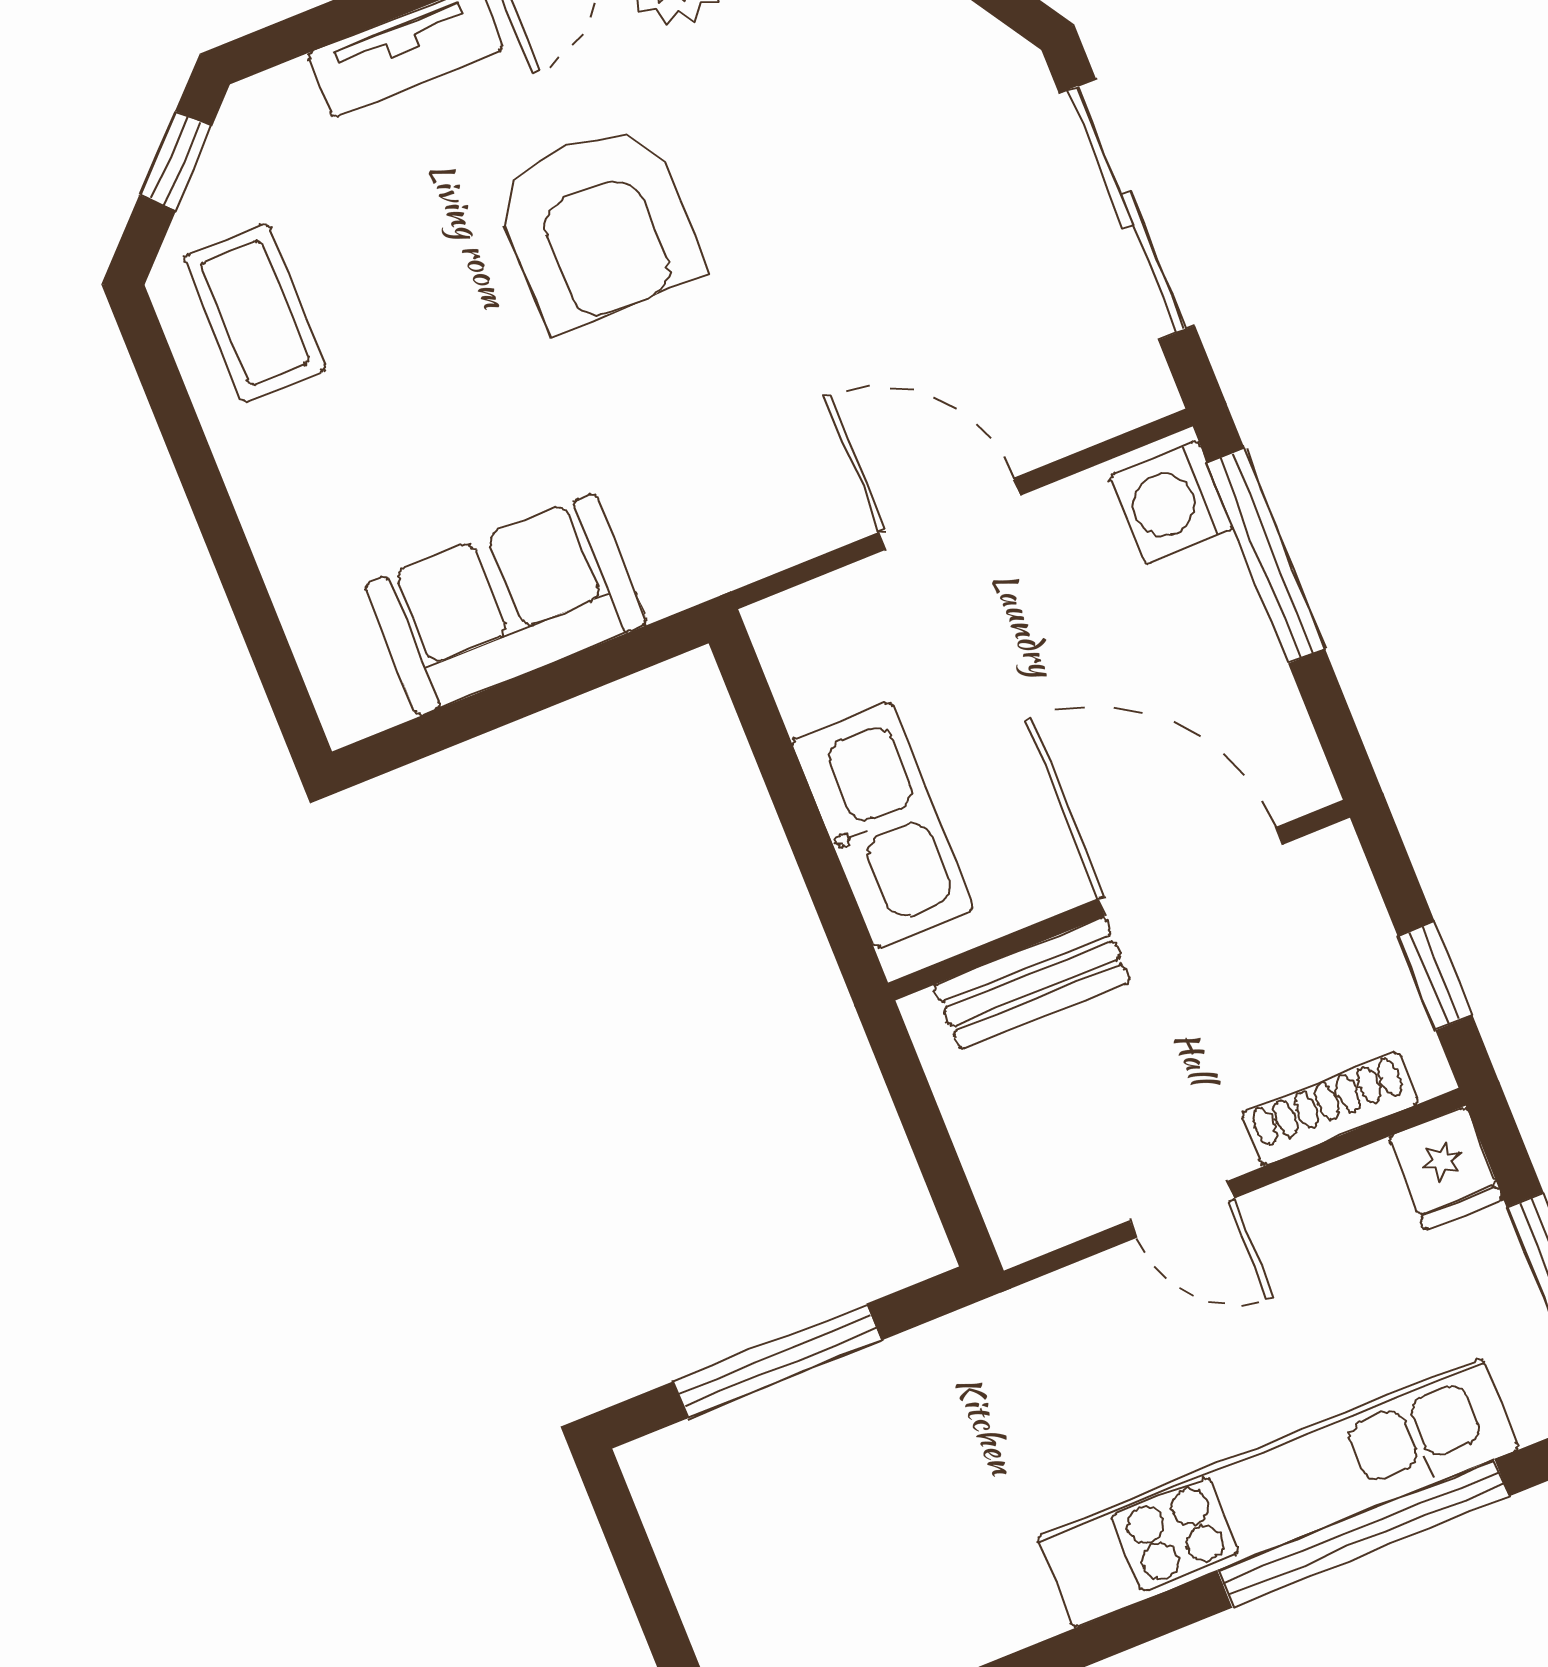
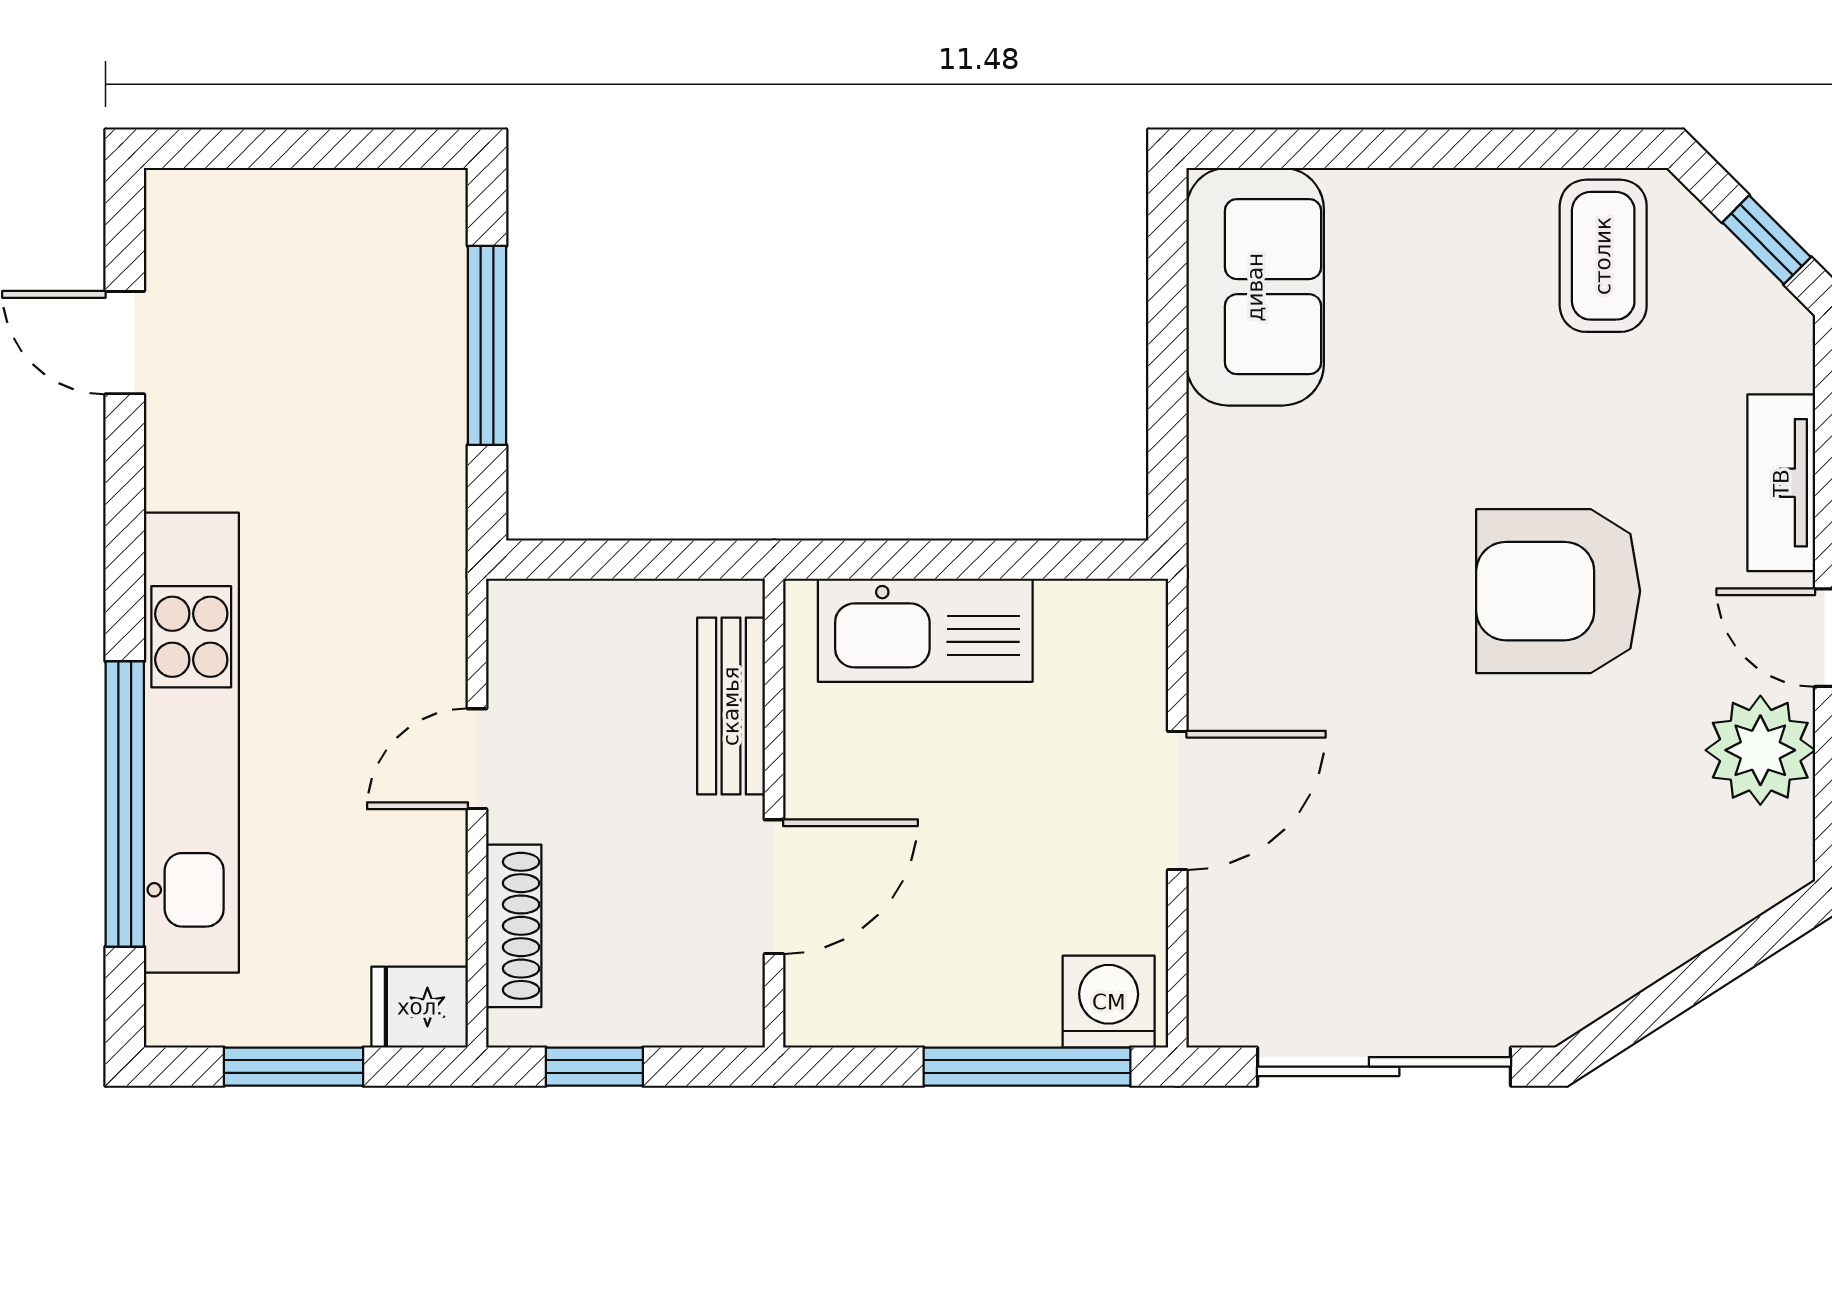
coffee table: (255, 313) -> (1603, 256), turned 90
sofa: (506, 604) -> (1255, 287), moved
door: (1190, 871) -> (774, 887), width x0.73

